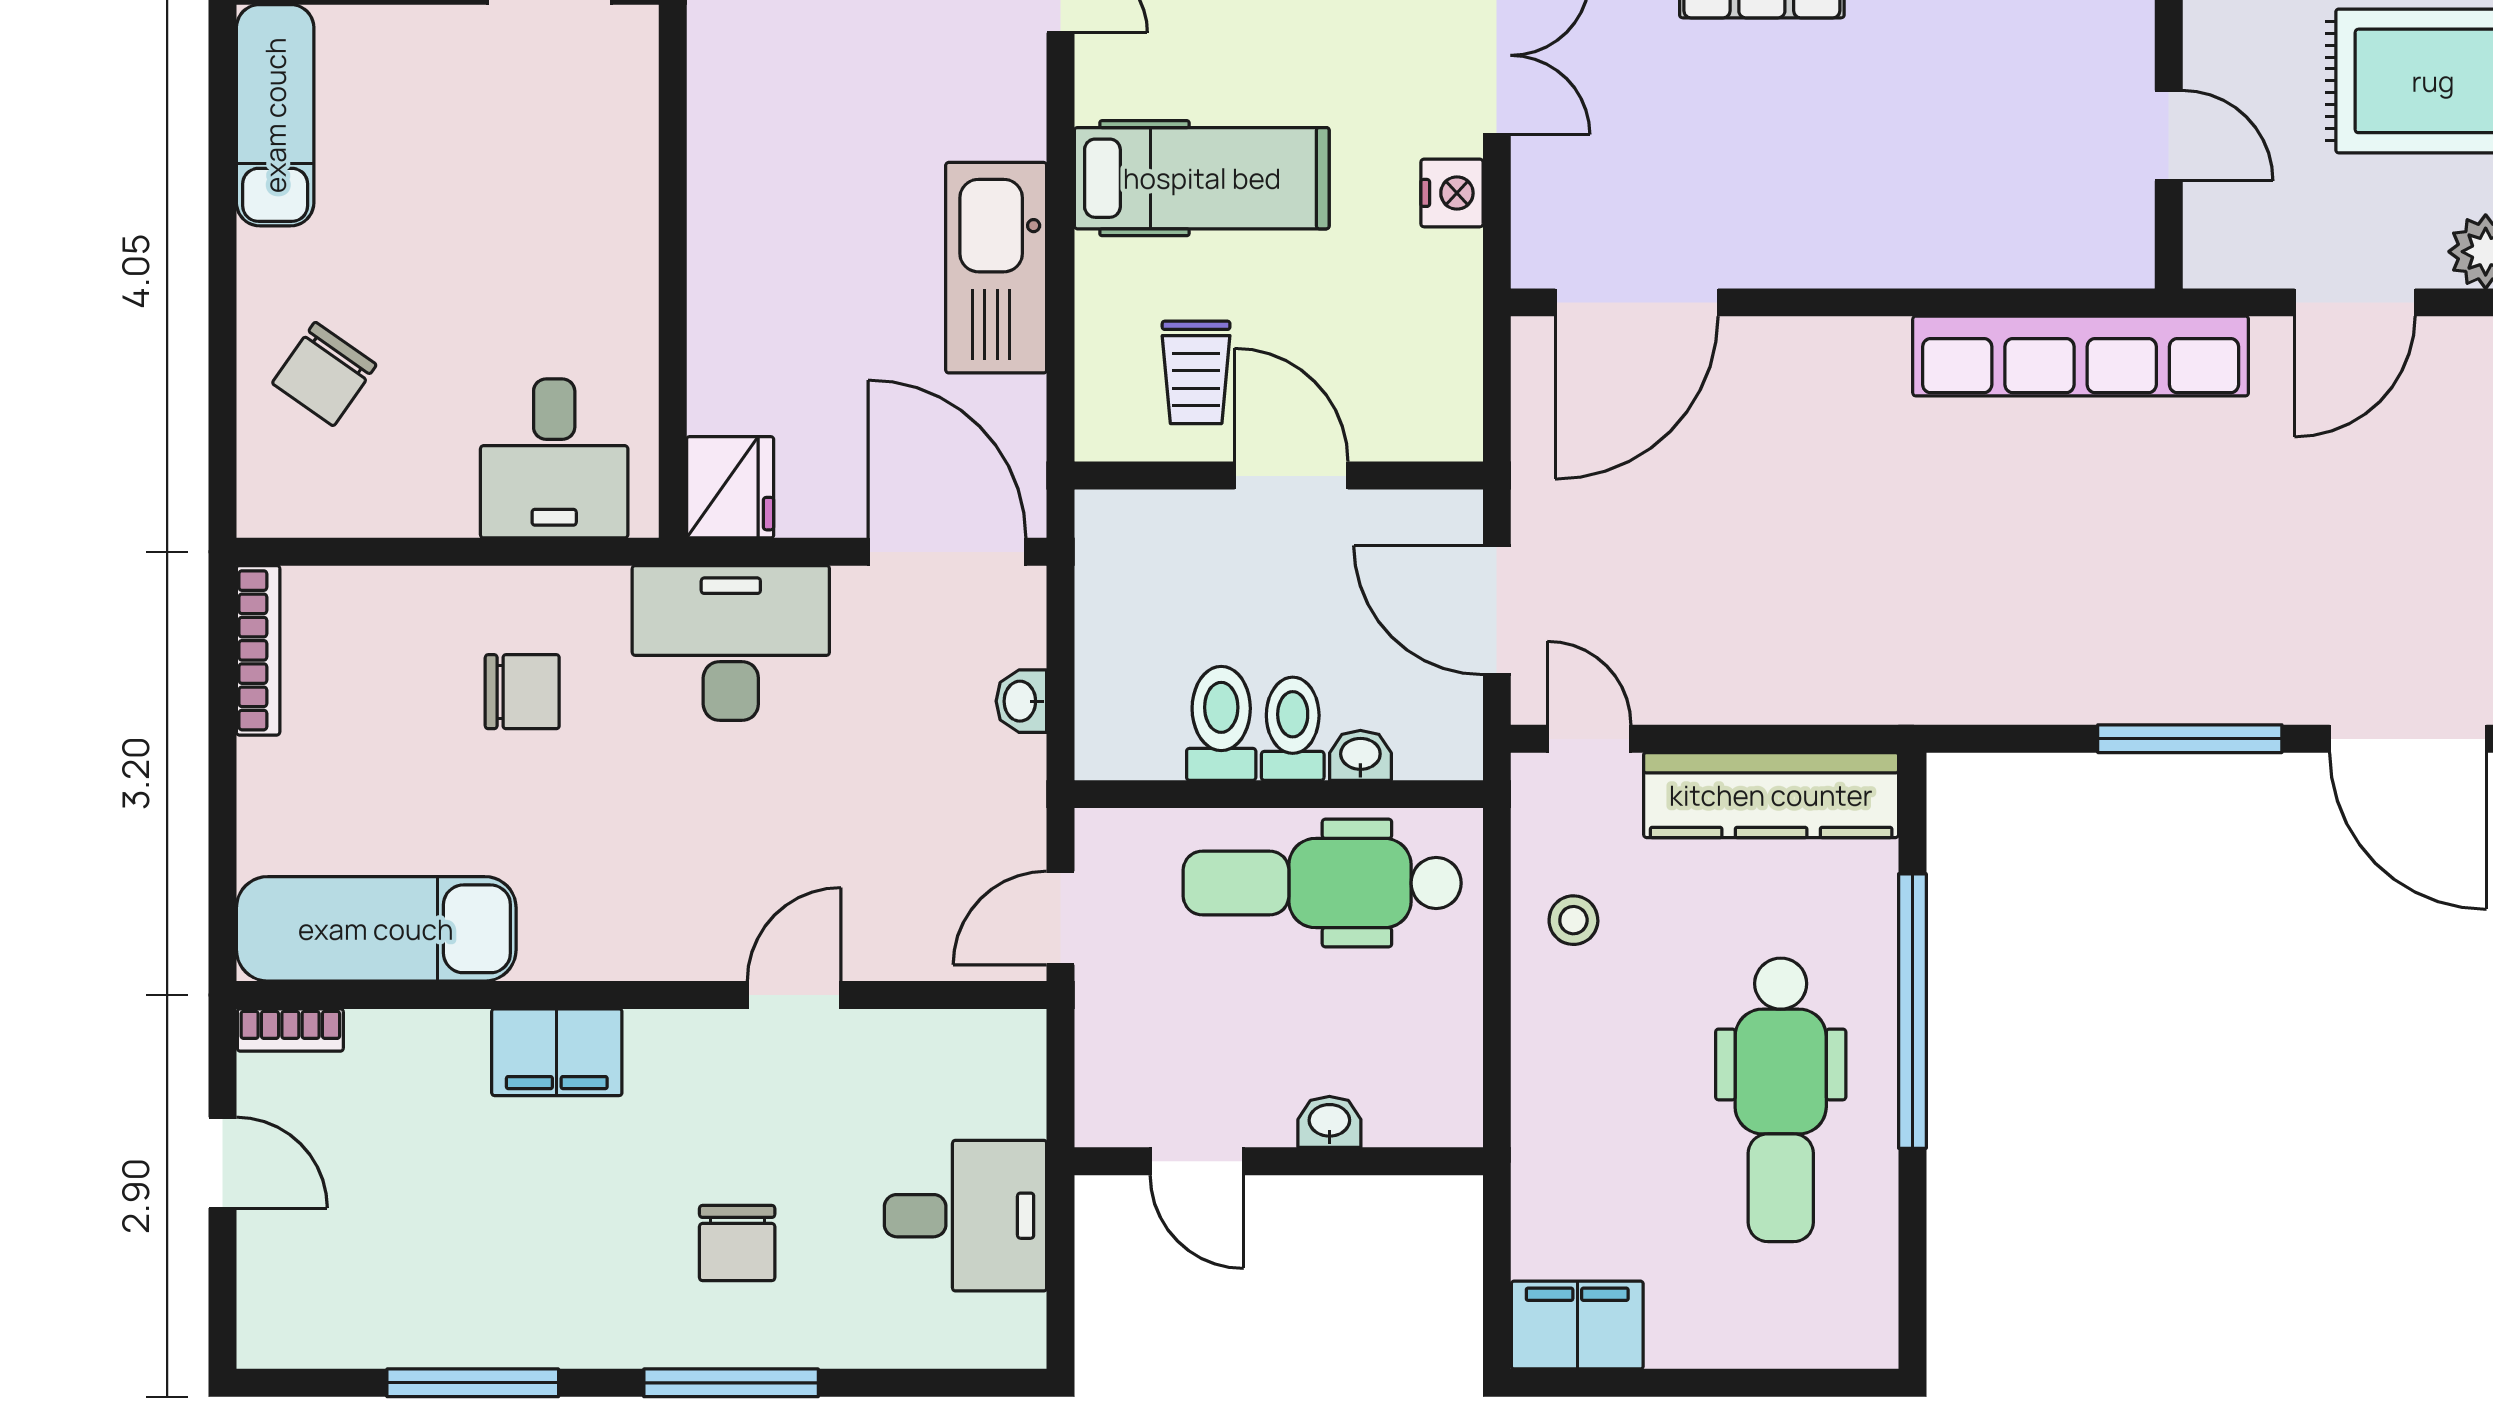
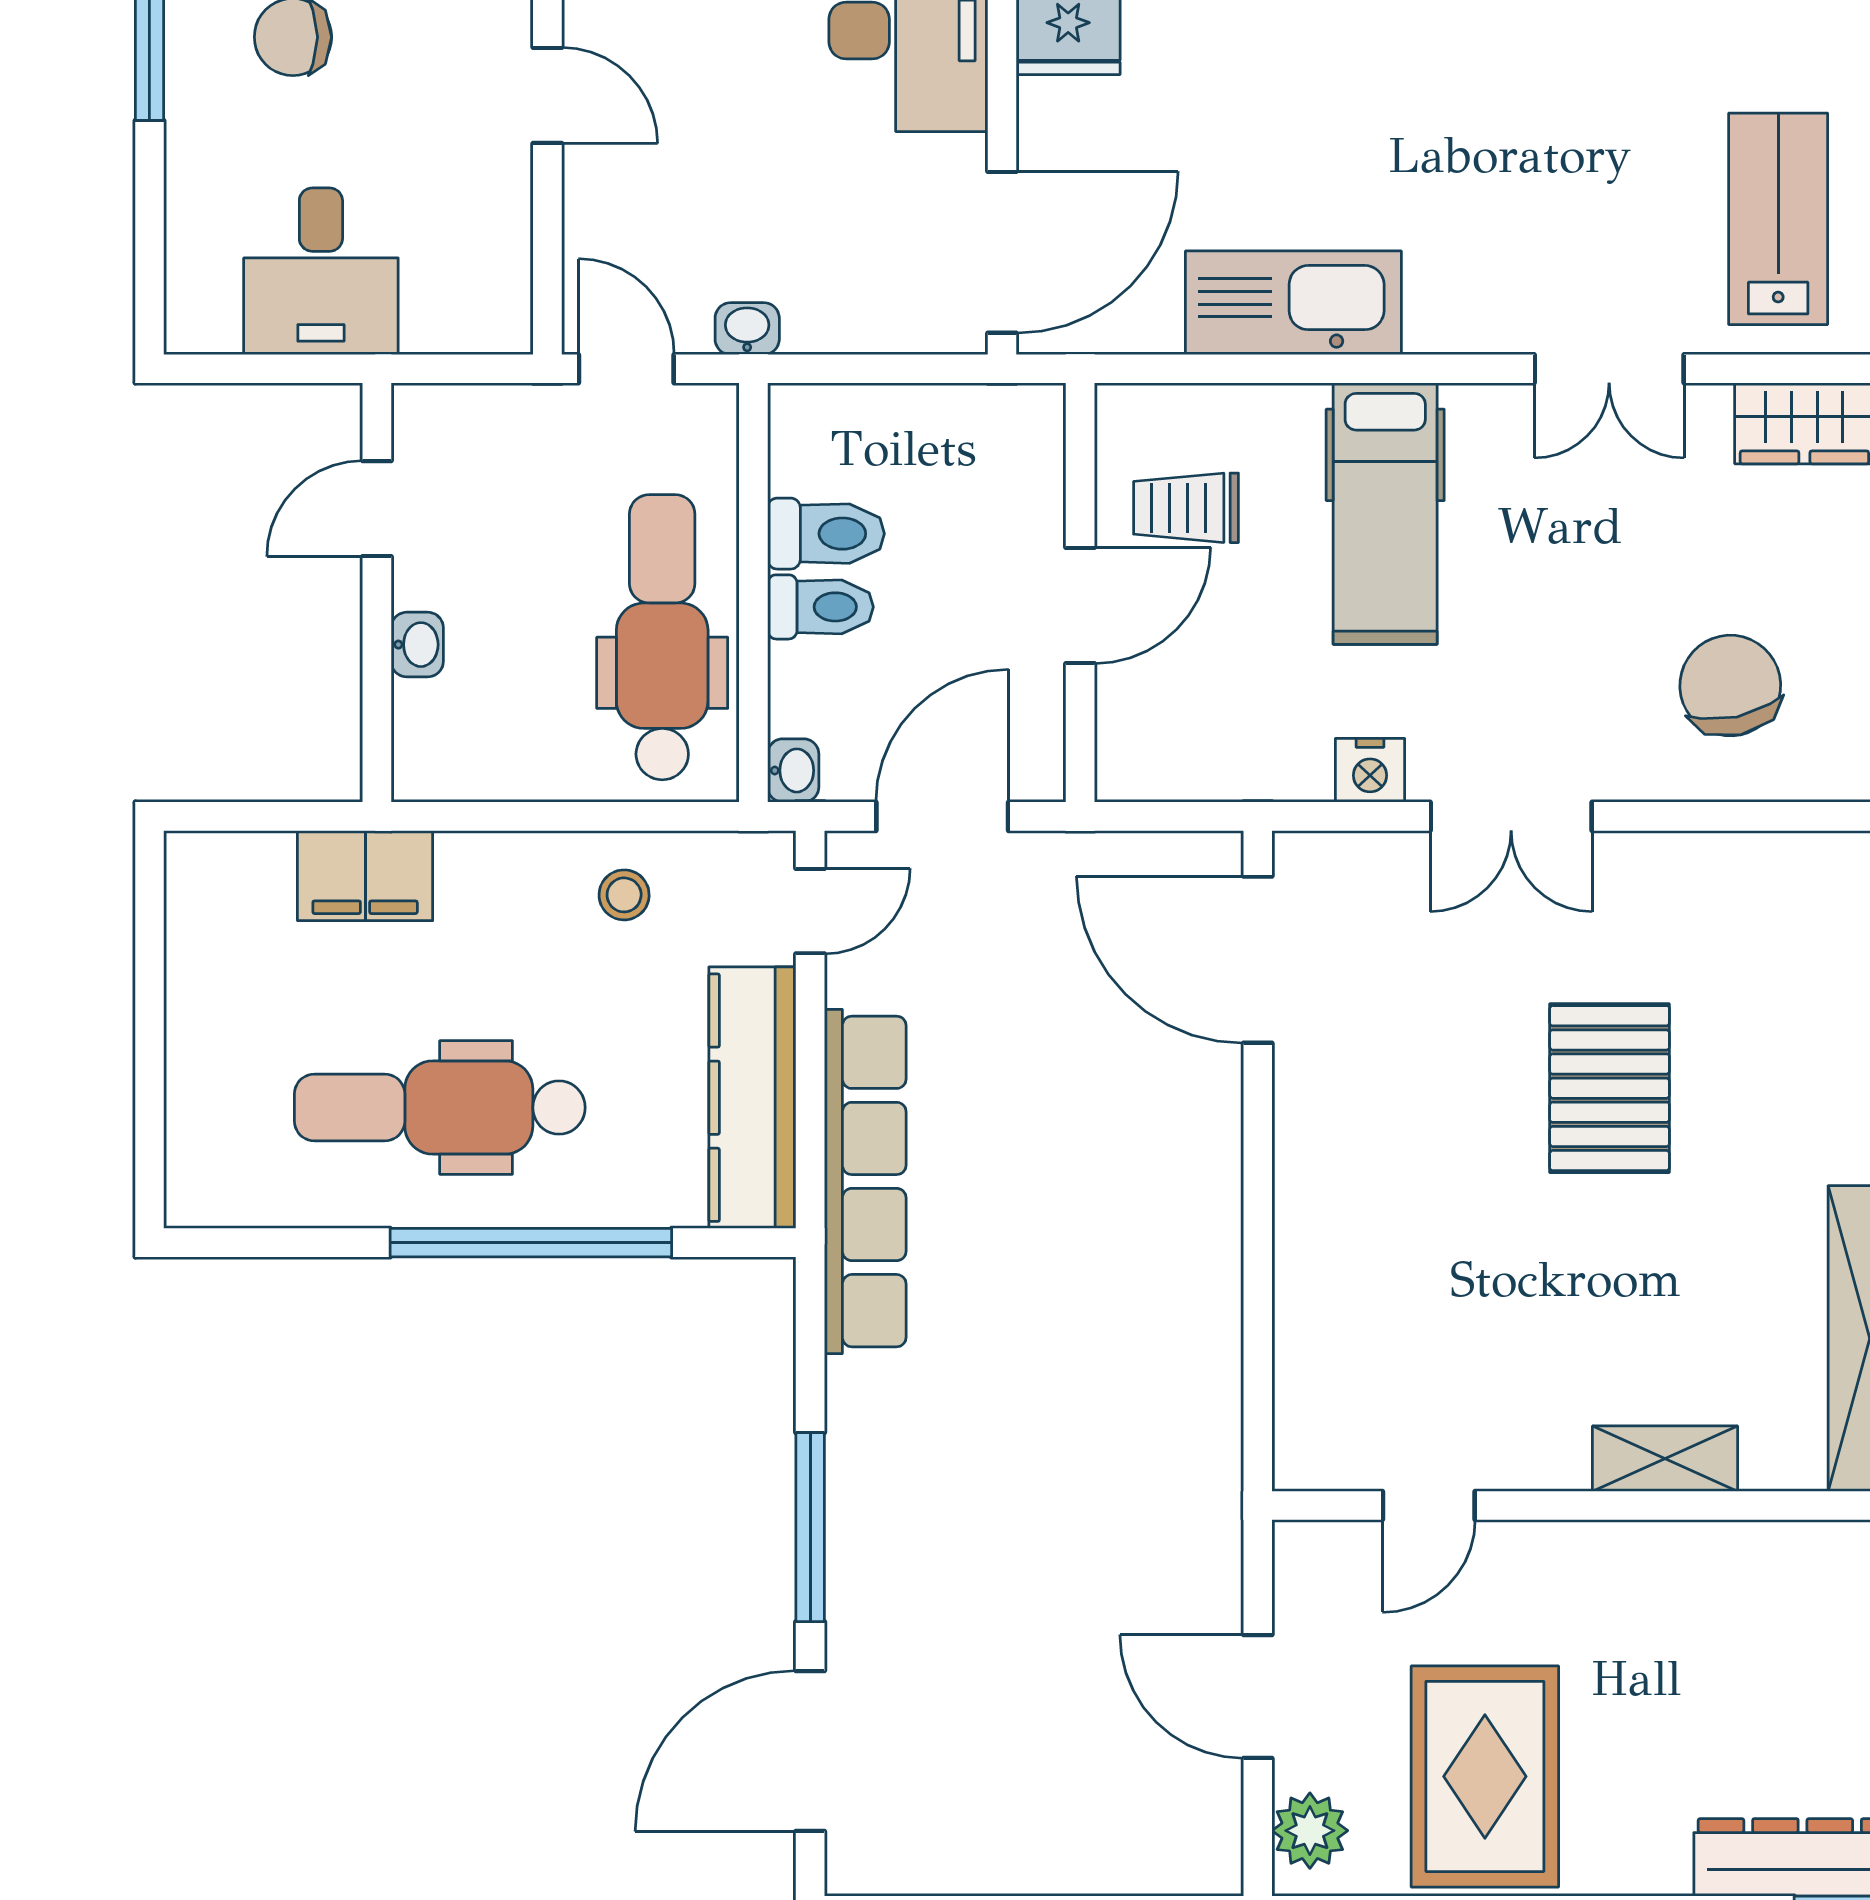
row of seats: (2081, 356) -> (865, 1181), moved, turned 180
washbasin: (1021, 701) -> (747, 329), moved
washbasin: (1360, 755) -> (793, 770), moved
filing cabinet: (1577, 1325) -> (365, 876), moved, turned 90

